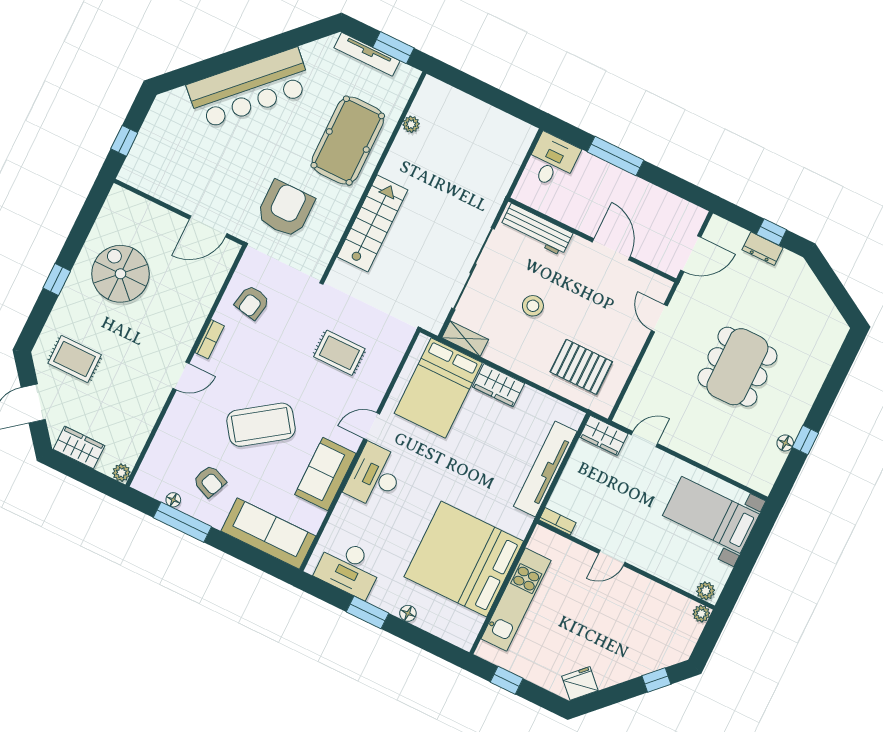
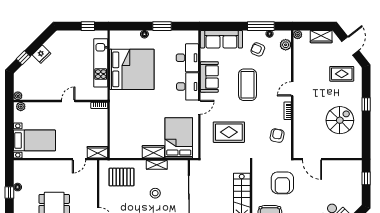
door: (208, 226) -> (312, 159), swing flipped
spiral stairs: (120, 274) -> (340, 120), turned -90
shelving: (465, 339) -> (157, 165), moved
rug: (339, 353) -> (229, 132), width x1.36, depth x1.43
coffee table: (261, 425) -> (247, 85), turned -55
plant: (153, 465) -> (286, 45), added
tv unit: (545, 469) -> (116, 125), removed
desk: (349, 568) -> (187, 58), moved, turned 90
fridge: (580, 683) -> (42, 54), moved

